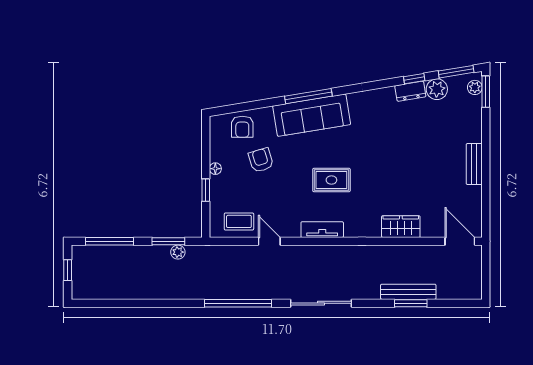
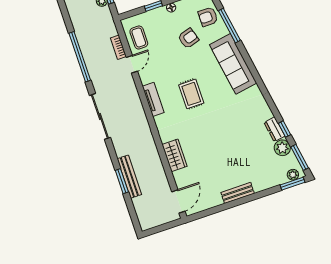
window: (308, 96) -> (229, 26), moved
bookcase: (243, 251) -> (118, 47), added

